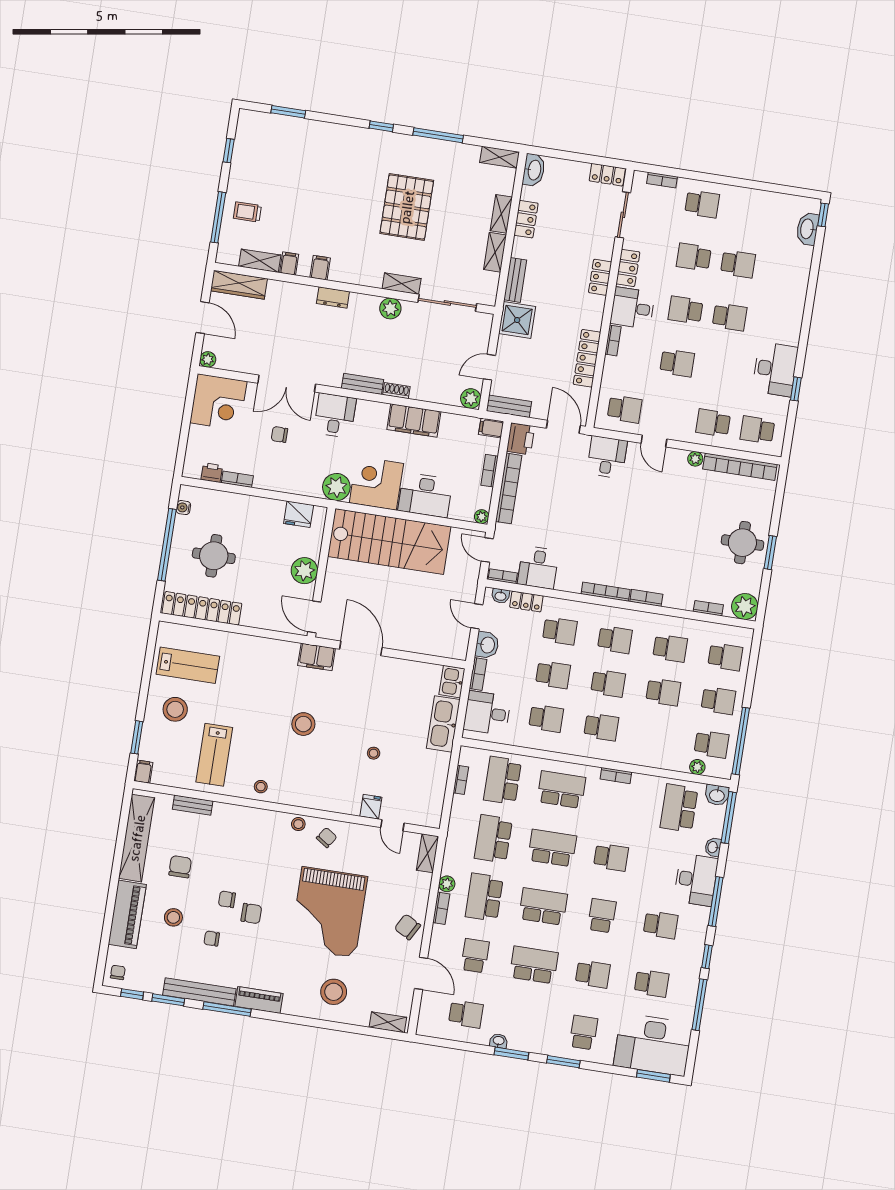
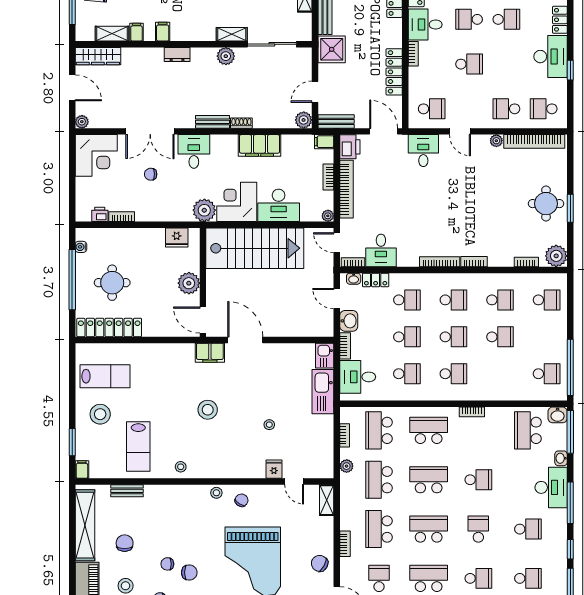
locker: (793, 327) -> (560, 20), added
school desk: (718, 701) -> (547, 337), removed
plant: (697, 767) -> (538, 394), removed
plant: (447, 884) -> (347, 466), moved

